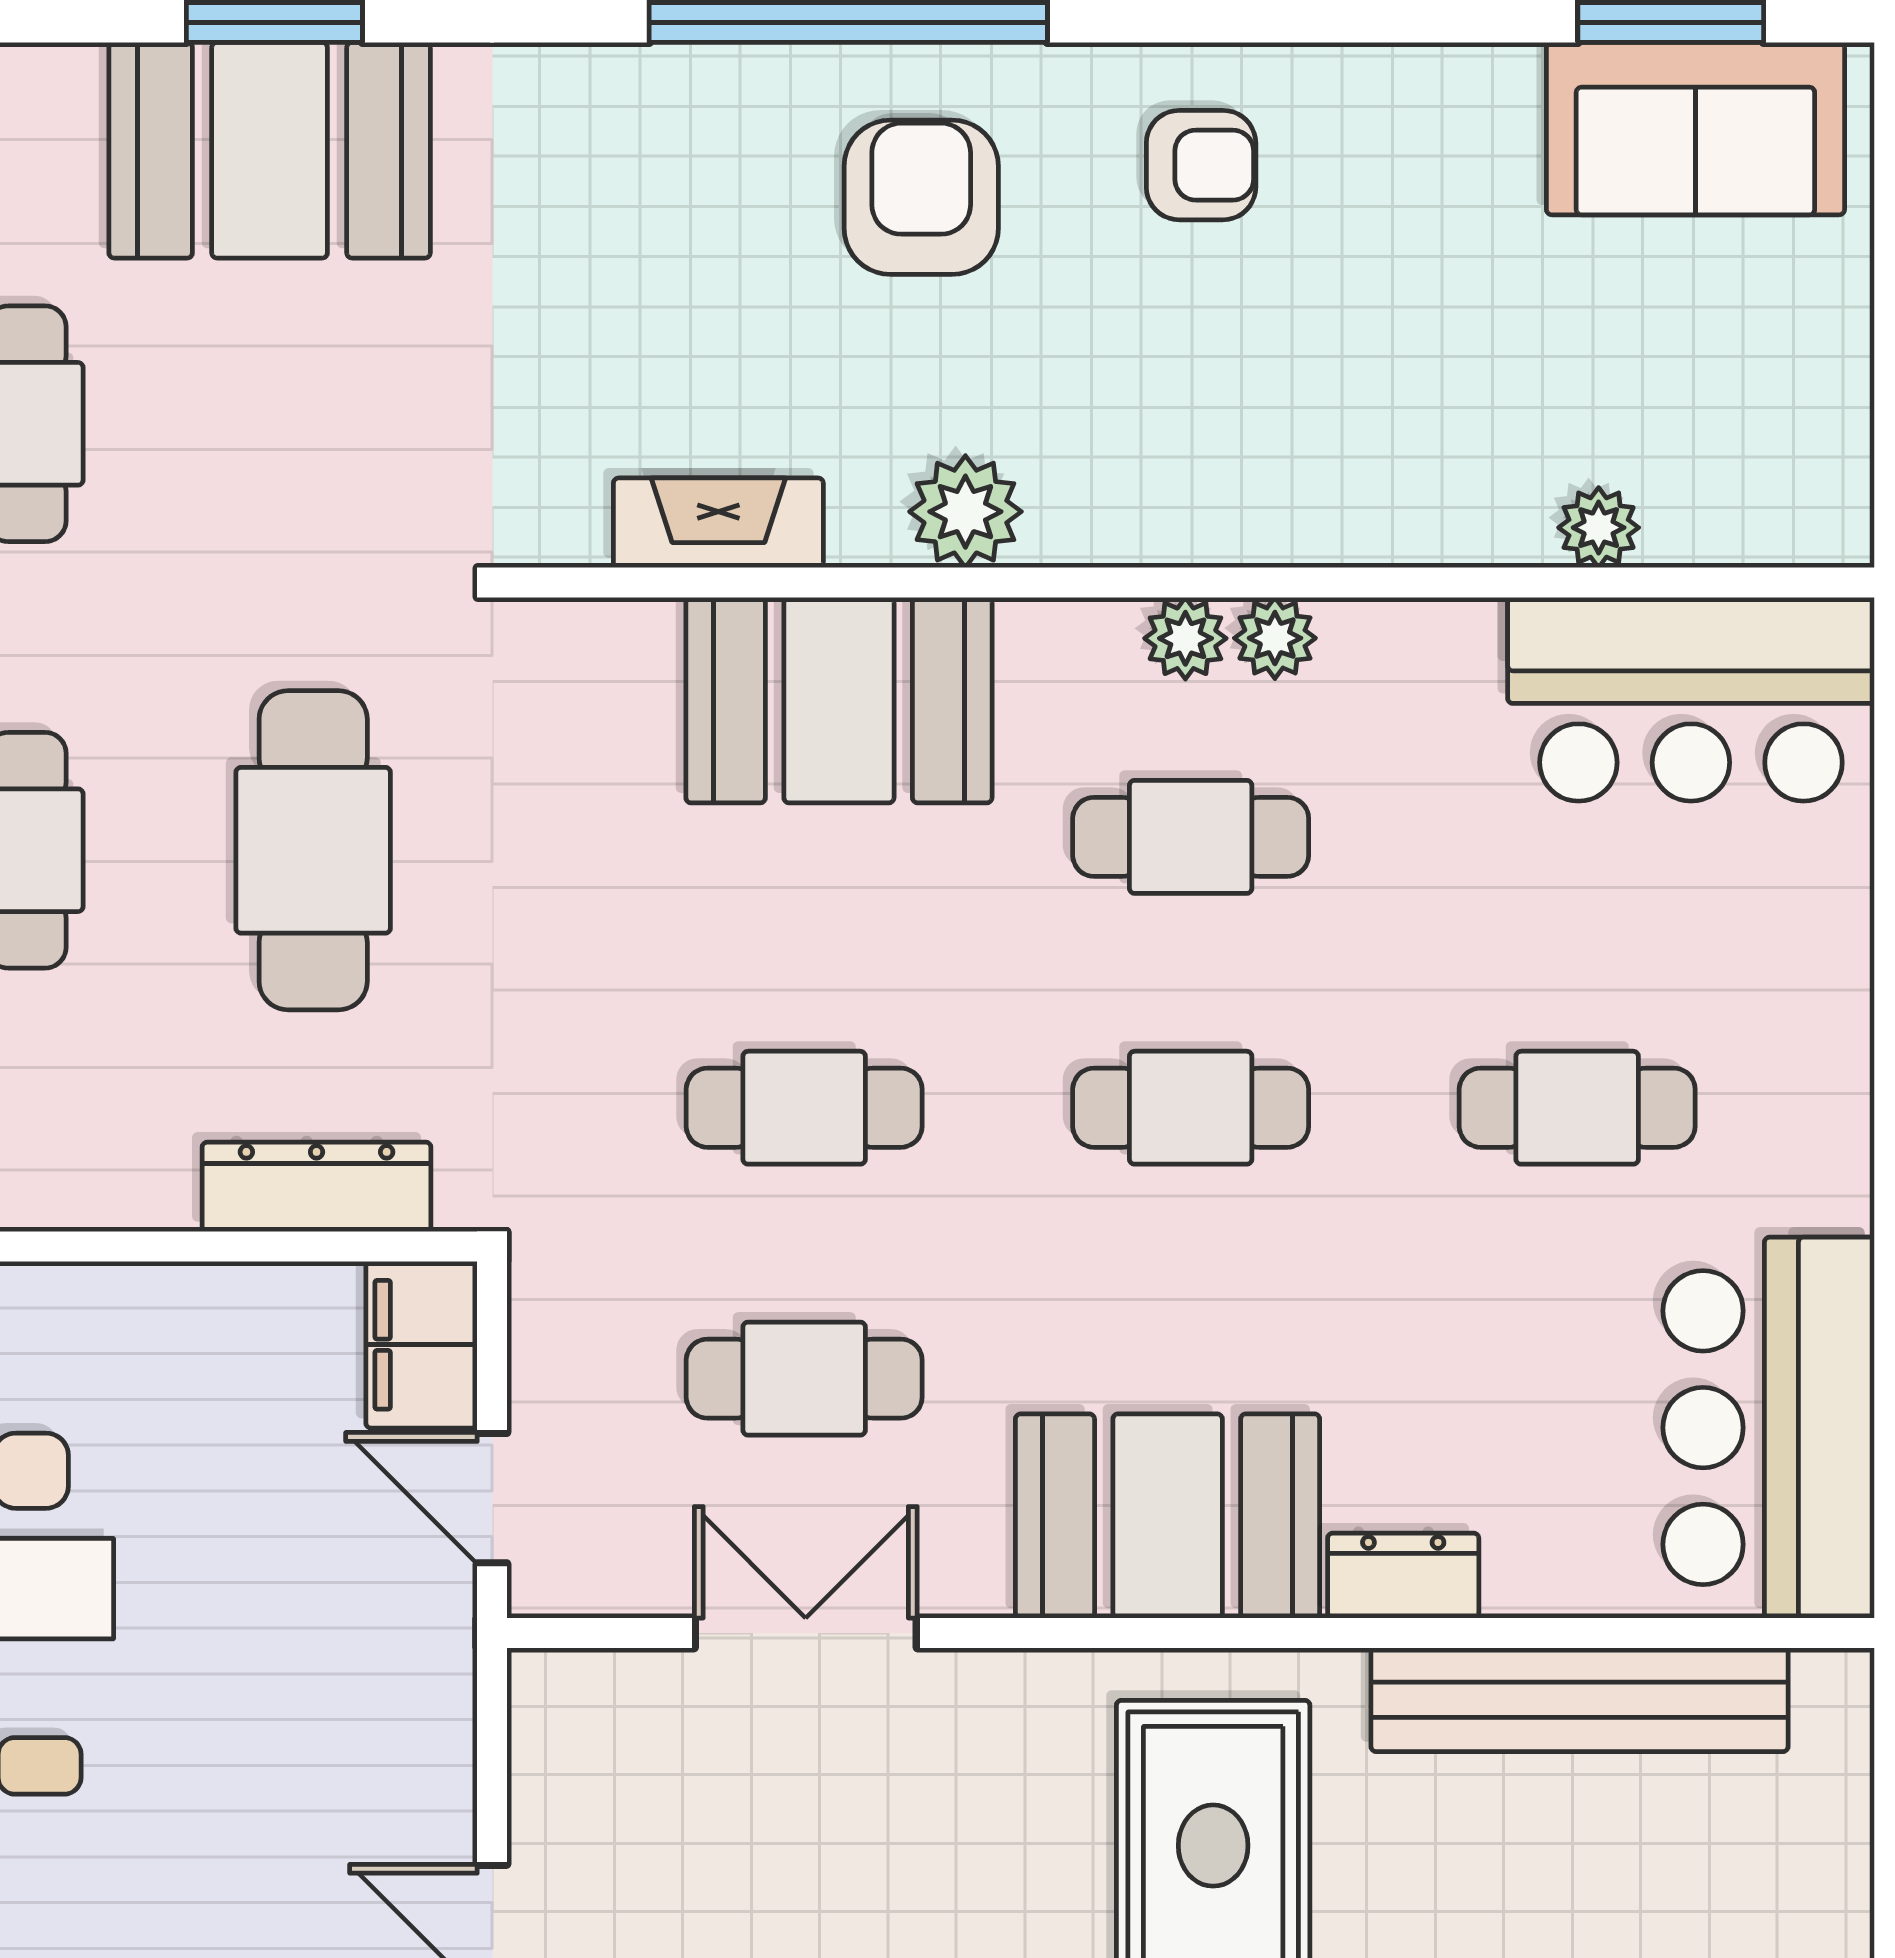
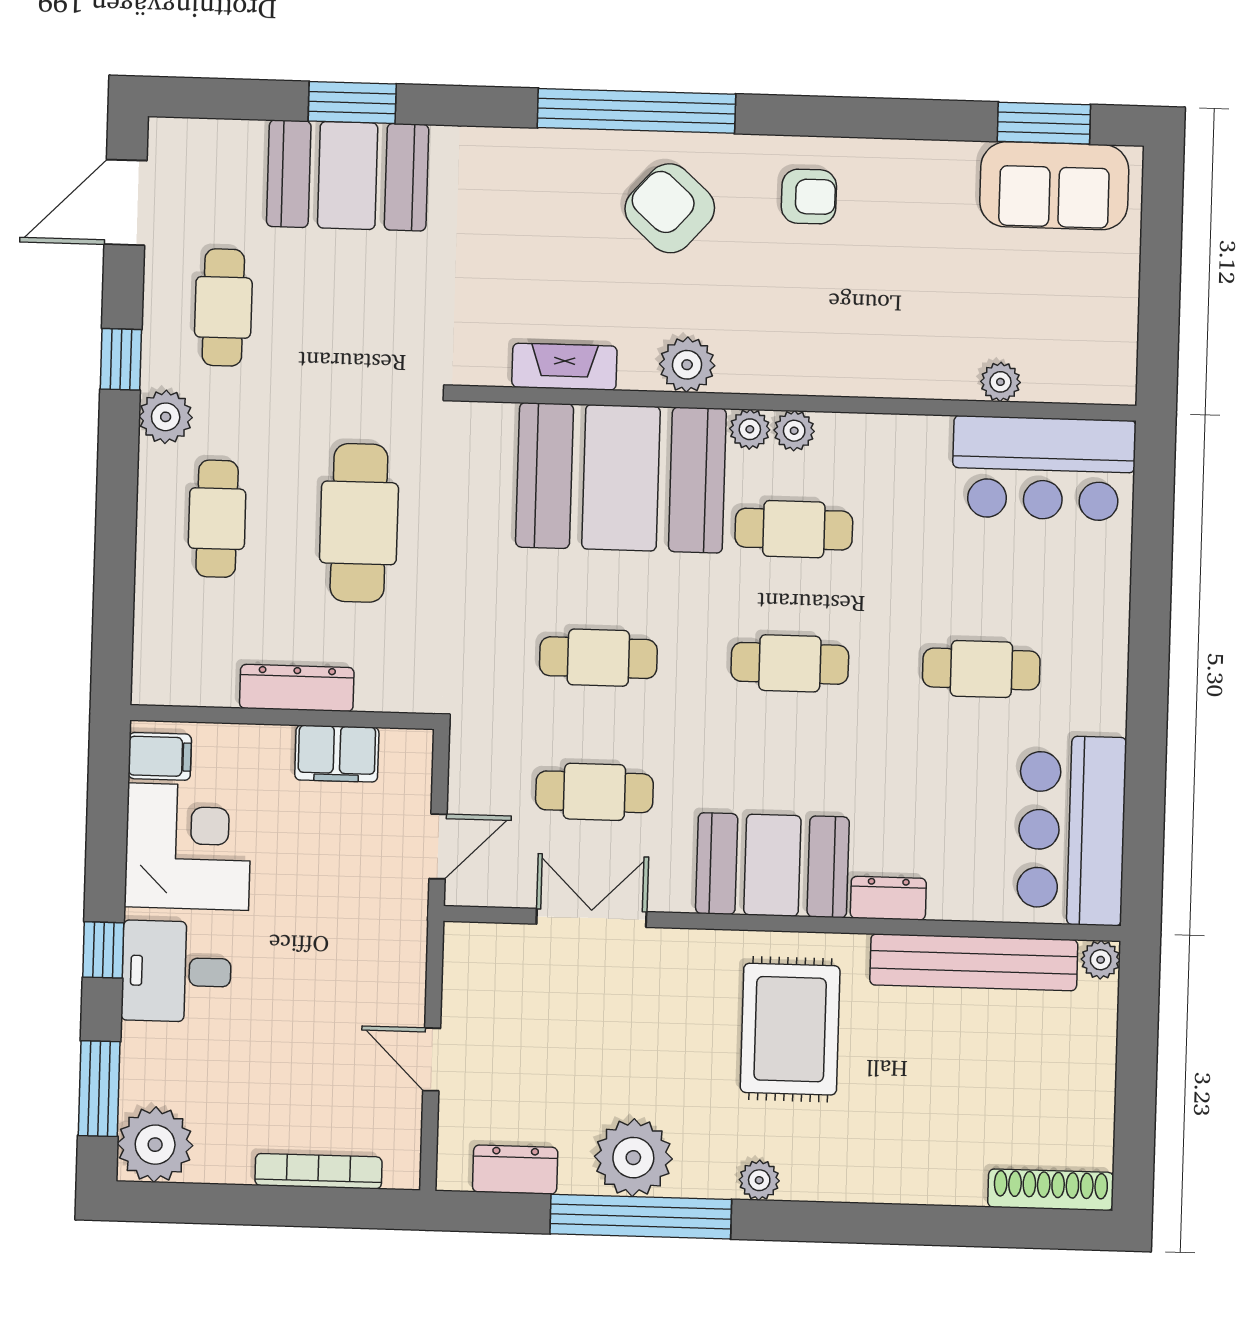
armchair: (921, 197) -> (670, 208), turned -48
plant: (1275, 638) -> (750, 429), moved
booth: (839, 700) -> (621, 478), width x1.36, depth x1.42
dresser: (317, 1187) -> (297, 688), moved
filing cabinet: (422, 1345) -> (337, 754), moved, turned -90
door: (492, 1498) -> (438, 846), swing flipped
plant: (1835, 1687) -> (1101, 960), added

